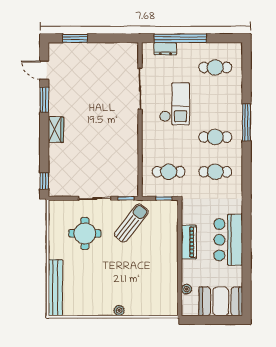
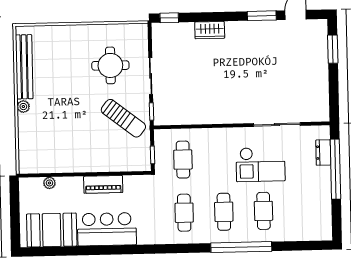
cafe table: (215, 67) -> (264, 211), moved
window: (246, 122) -> (241, 247), width x1.46
wardrobe: (56, 130) -> (210, 30), moved
bench: (55, 288) -> (24, 67), moved, turned 90
booth: (221, 301) -> (52, 230), moved, turned 90

